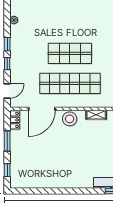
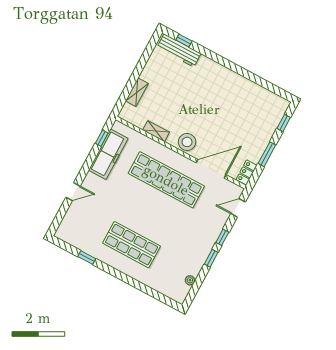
shop shelf: (70, 53) -> (132, 245), moved

